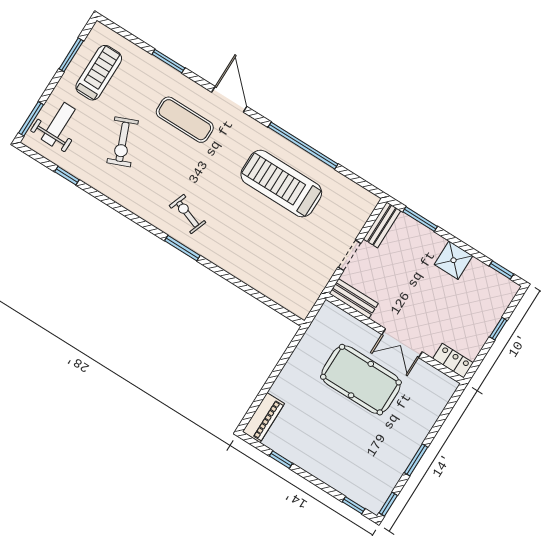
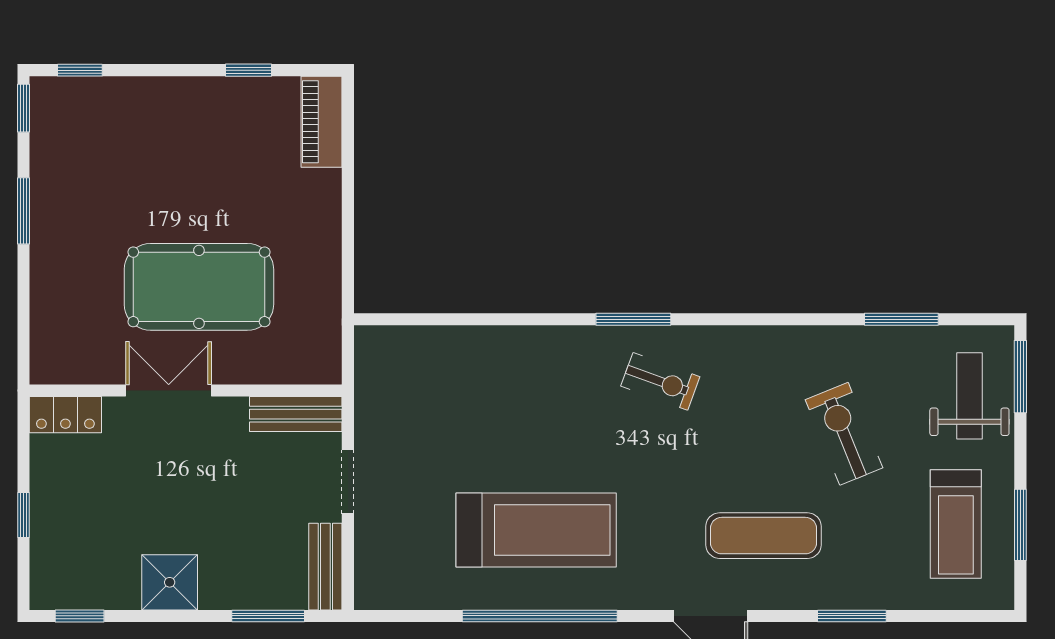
weight bench: (58, 124) -> (969, 396), turned 180
window: (67, 176) -> (901, 319), width x1.50

